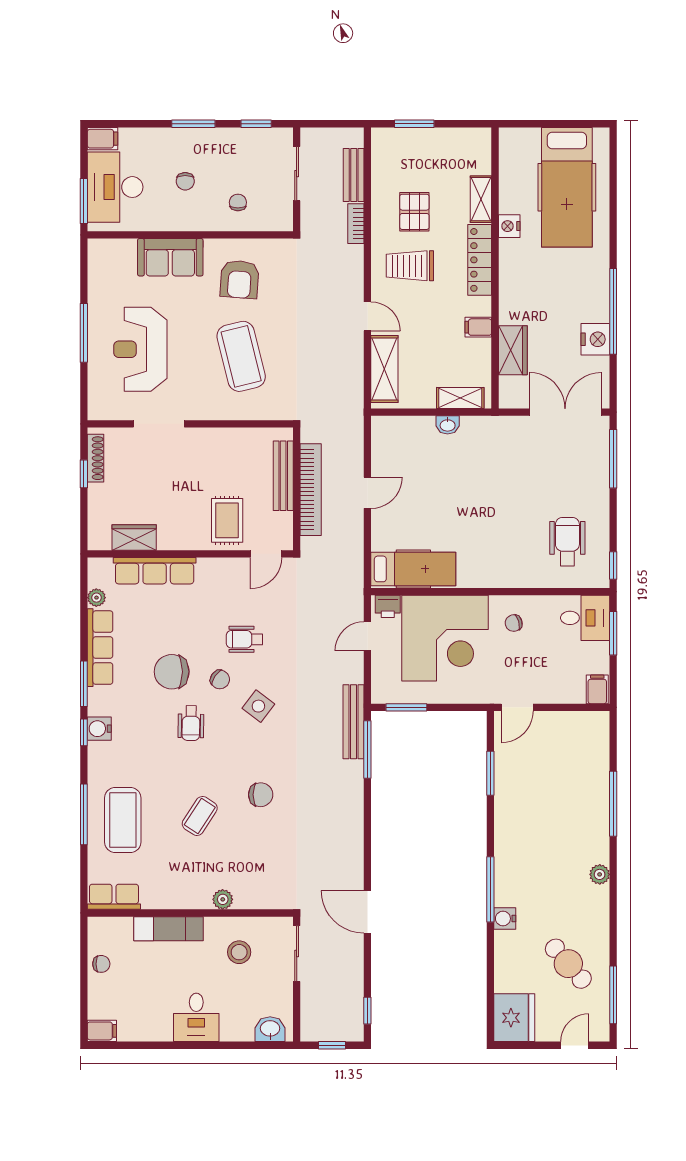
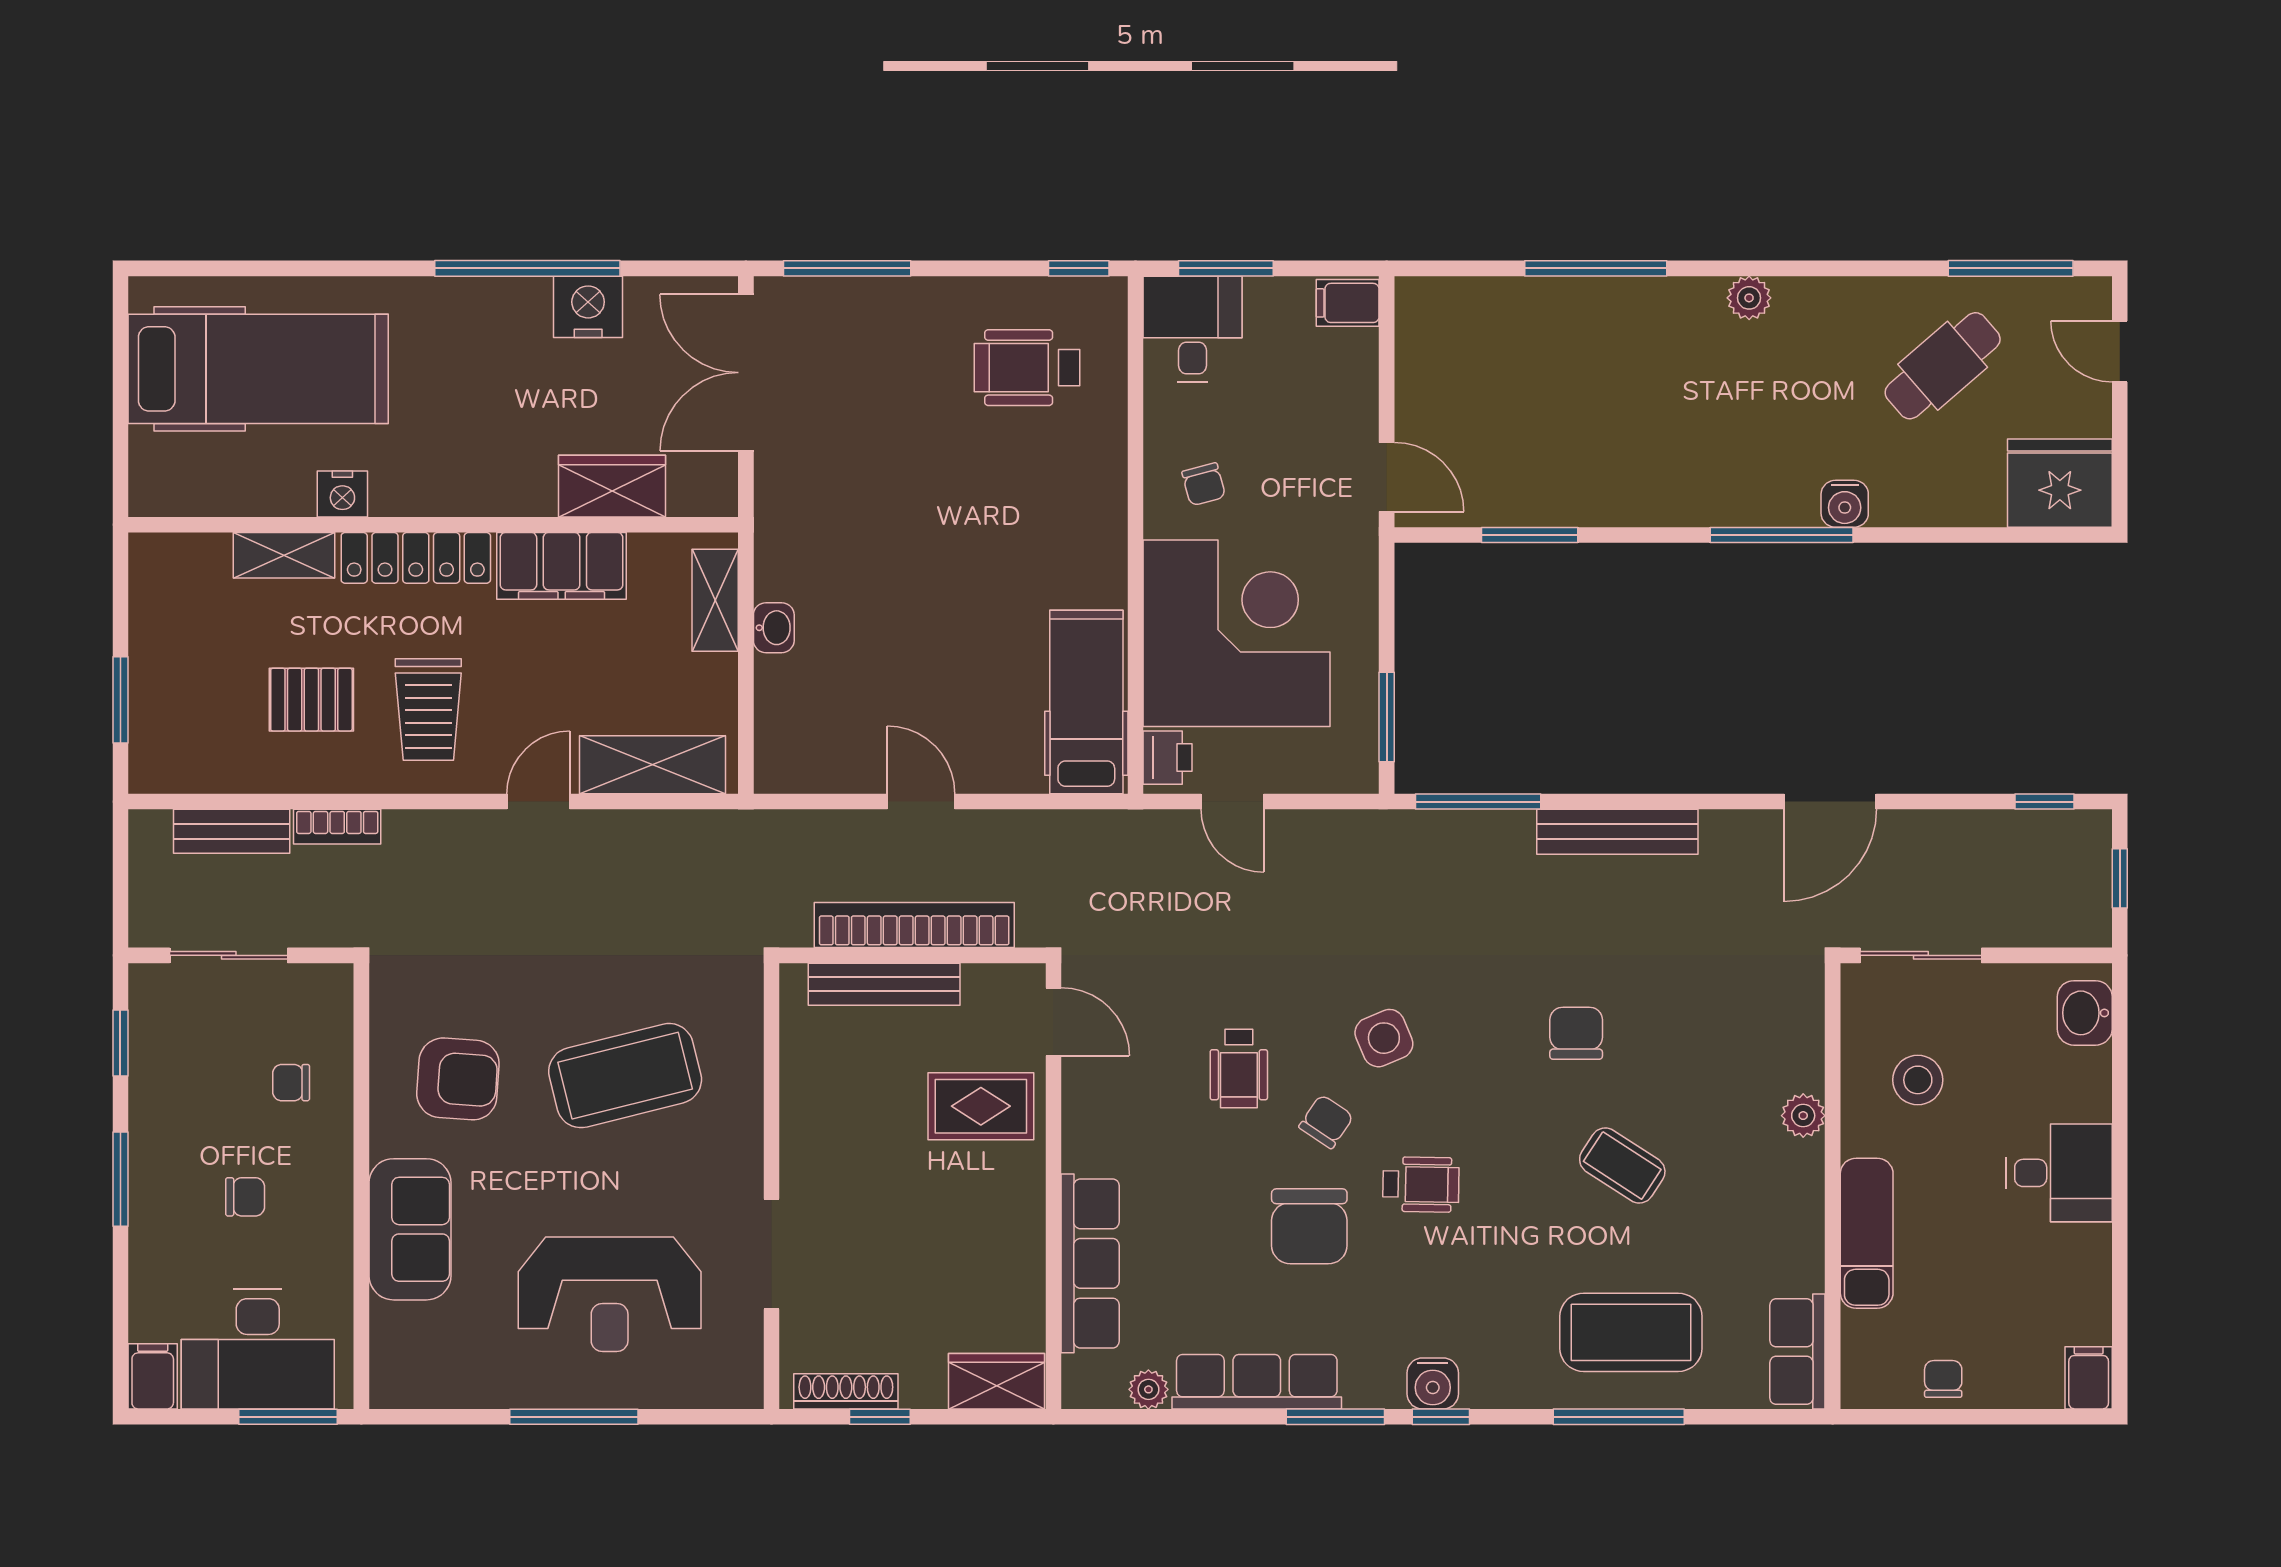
filing cabinet: (478, 327) -> (562, 566), width x3.00, depth x1.17
wardrobe: (134, 537) -> (996, 1381), moved, turned 90
side table: (258, 706) -> (1384, 1038), turned 30
bench: (354, 722) -> (1617, 832), moved

